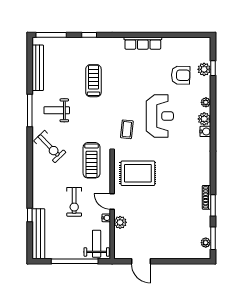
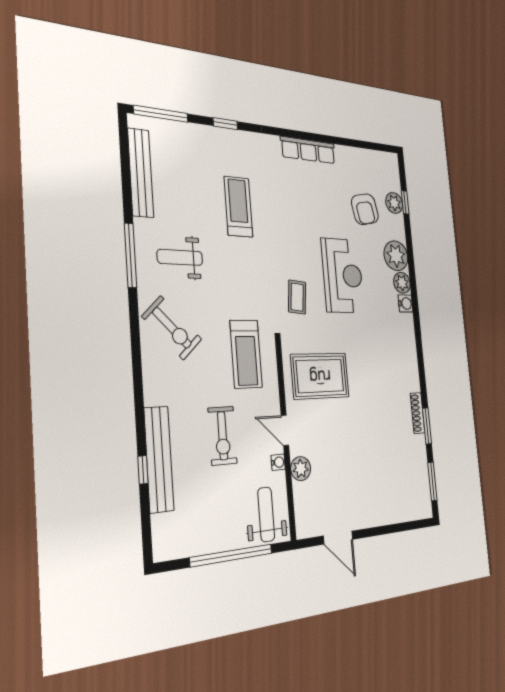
armchair: (181, 75) -> (365, 209), turned 78
plant: (206, 102) -> (396, 256), width x1.88, depth x1.88
bench: (38, 234) -> (159, 459), moved
plant: (206, 243) -> (424, 490), removed

